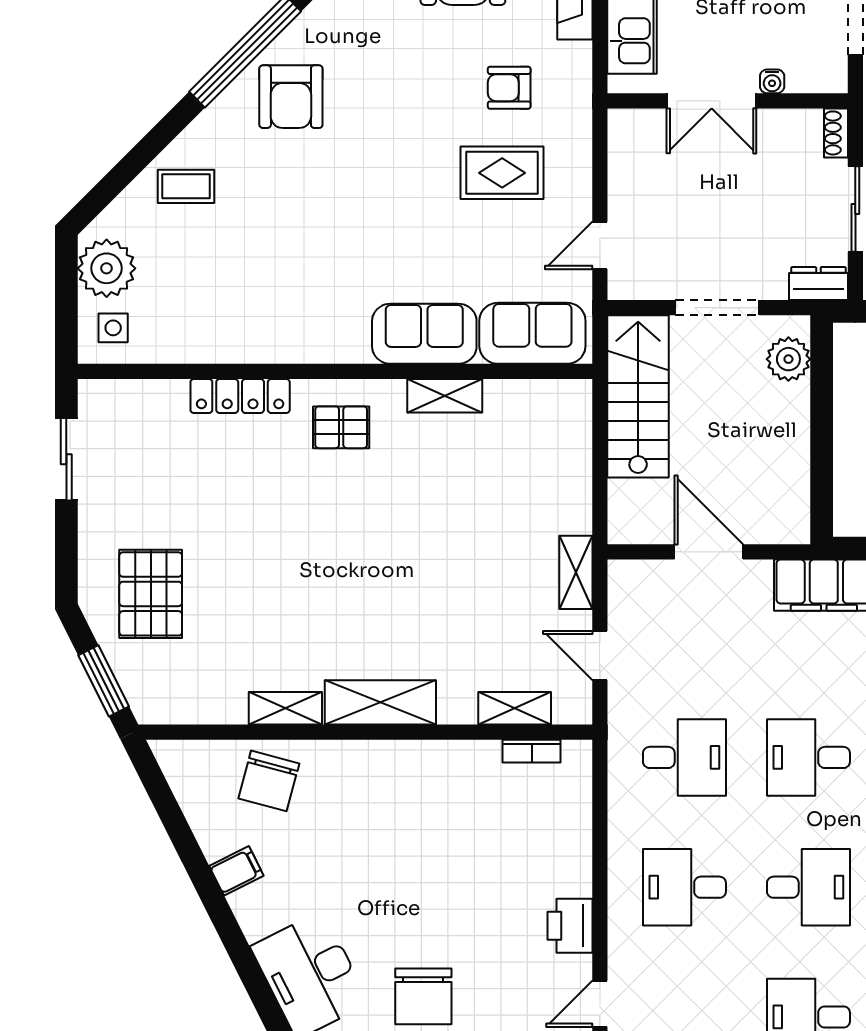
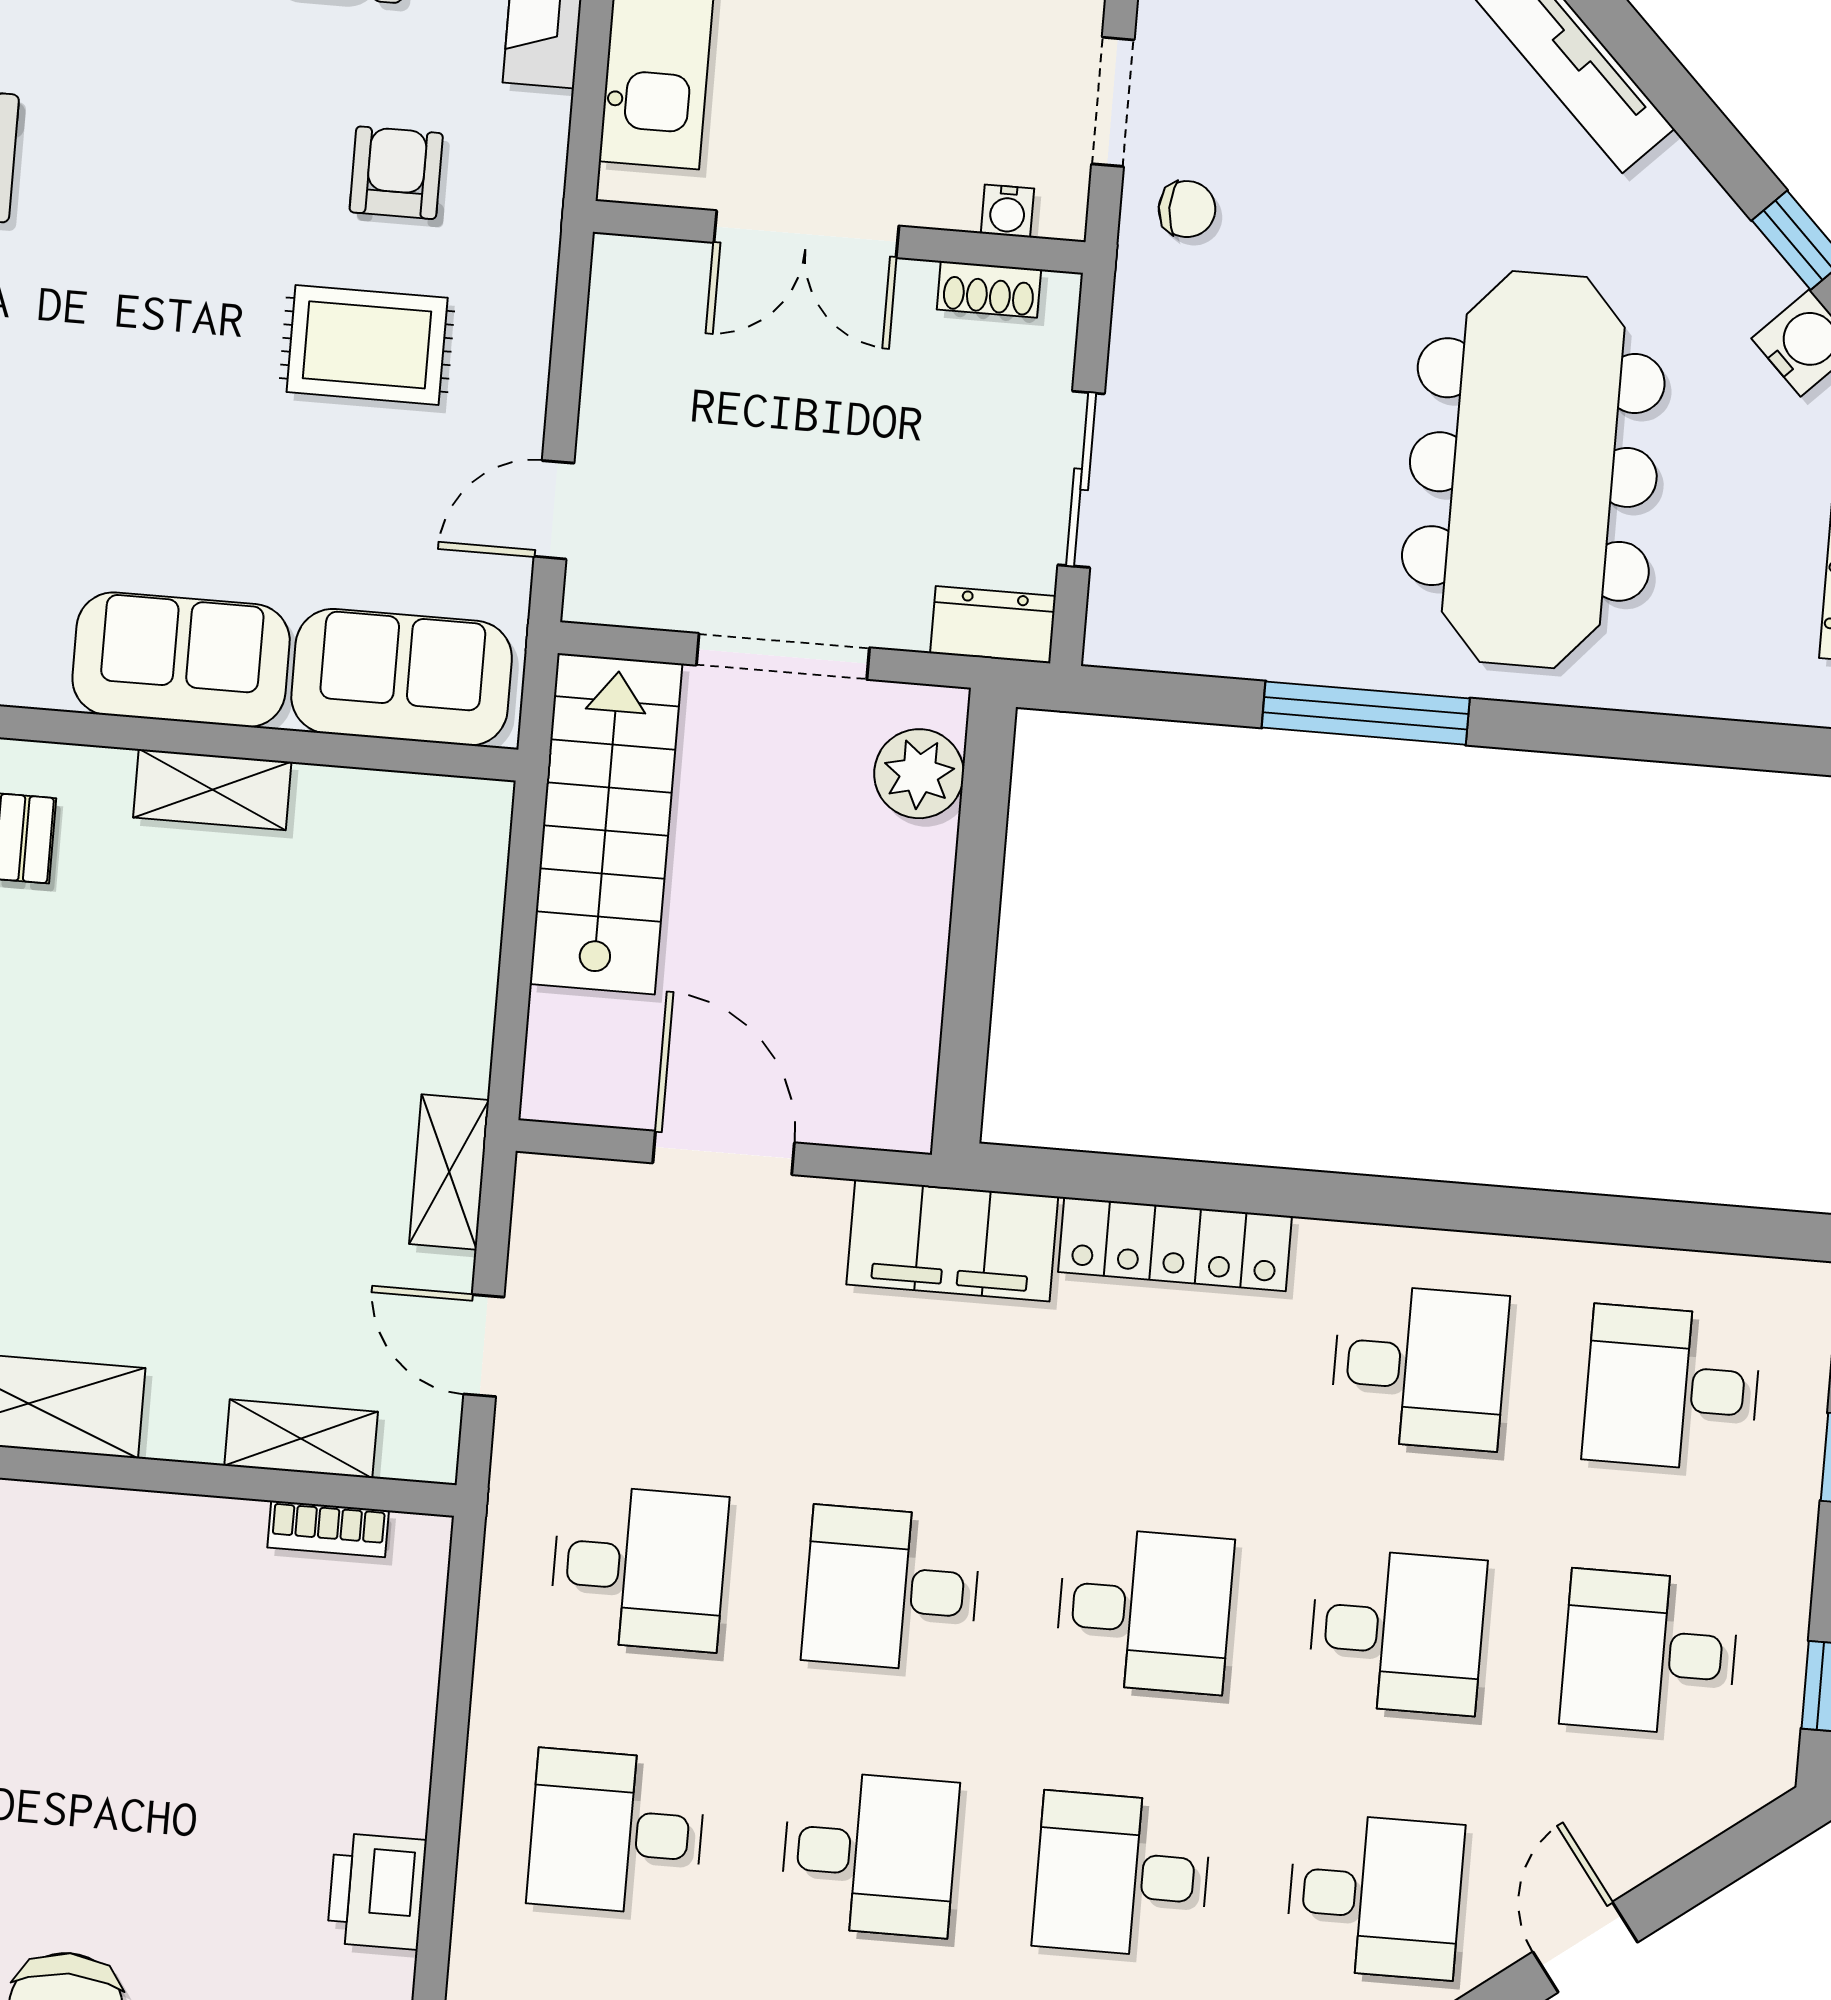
water cooler: (772, 81) -> (1007, 211), moved
armchair: (509, 88) -> (396, 173), turned 90
shoe rack: (836, 133) -> (989, 289), moved, turned -90

